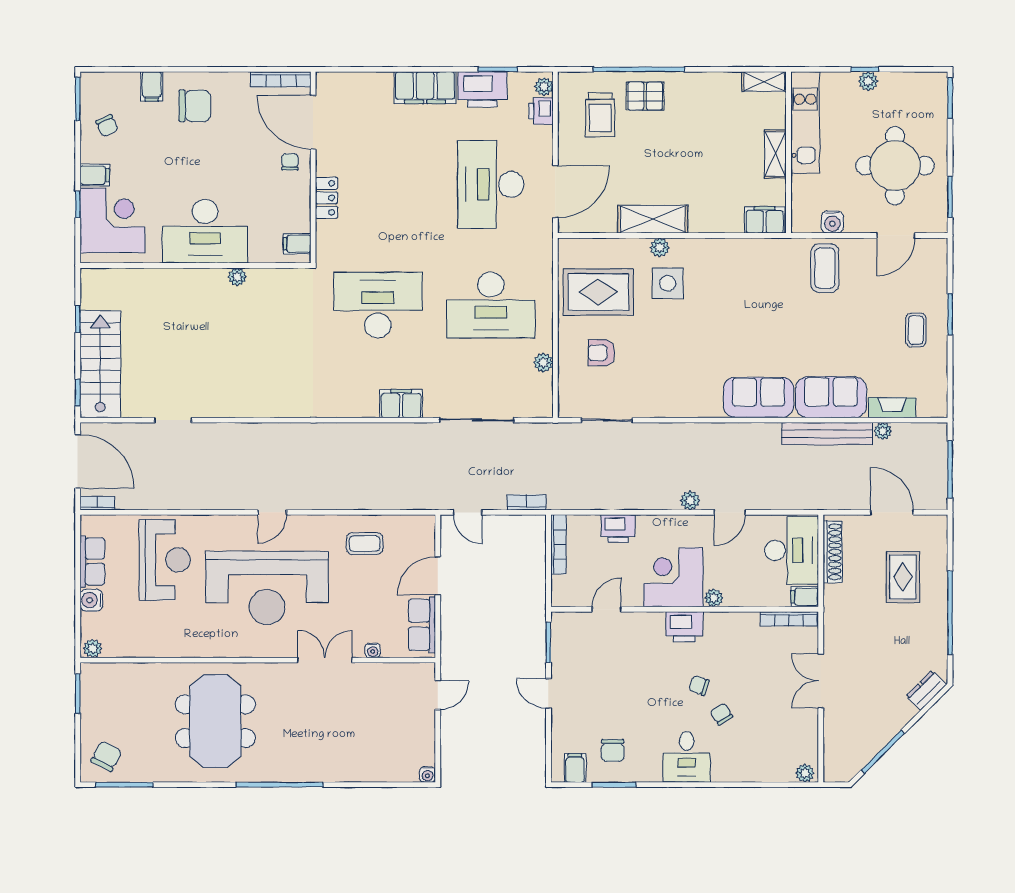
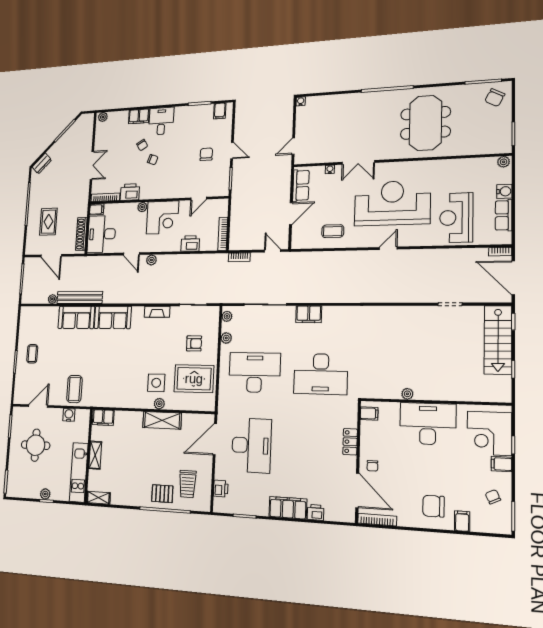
plant: (544, 87) -> (227, 316), moved
printer: (482, 89) -> (316, 512), moved, width x0.53, depth x0.68
trolley: (600, 115) -> (188, 484), turned 180
round table: (895, 166) -> (36, 445), width x0.73, depth x0.73
fireplace: (892, 408) -> (157, 312), moved
door: (730, 512) -> (131, 254), swing flipped
printer: (684, 627) -> (130, 192), moved
chair: (613, 750) -> (206, 154), moved
filing cabinet: (732, 769) -> (139, 116), added

